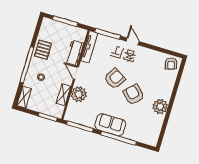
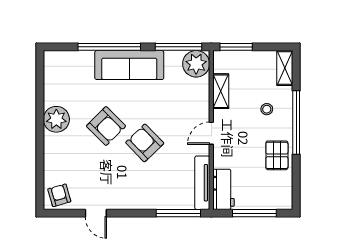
door: (133, 41) -> (96, 213), moved
workbench: (74, 53) -> (223, 189), moved
door: (76, 73) -> (211, 133), swing flipped
armchair: (115, 79) -> (145, 143), turned 104
plant: (79, 94) -> (196, 64), moved
sofa: (110, 125) -> (129, 65), width x1.36

